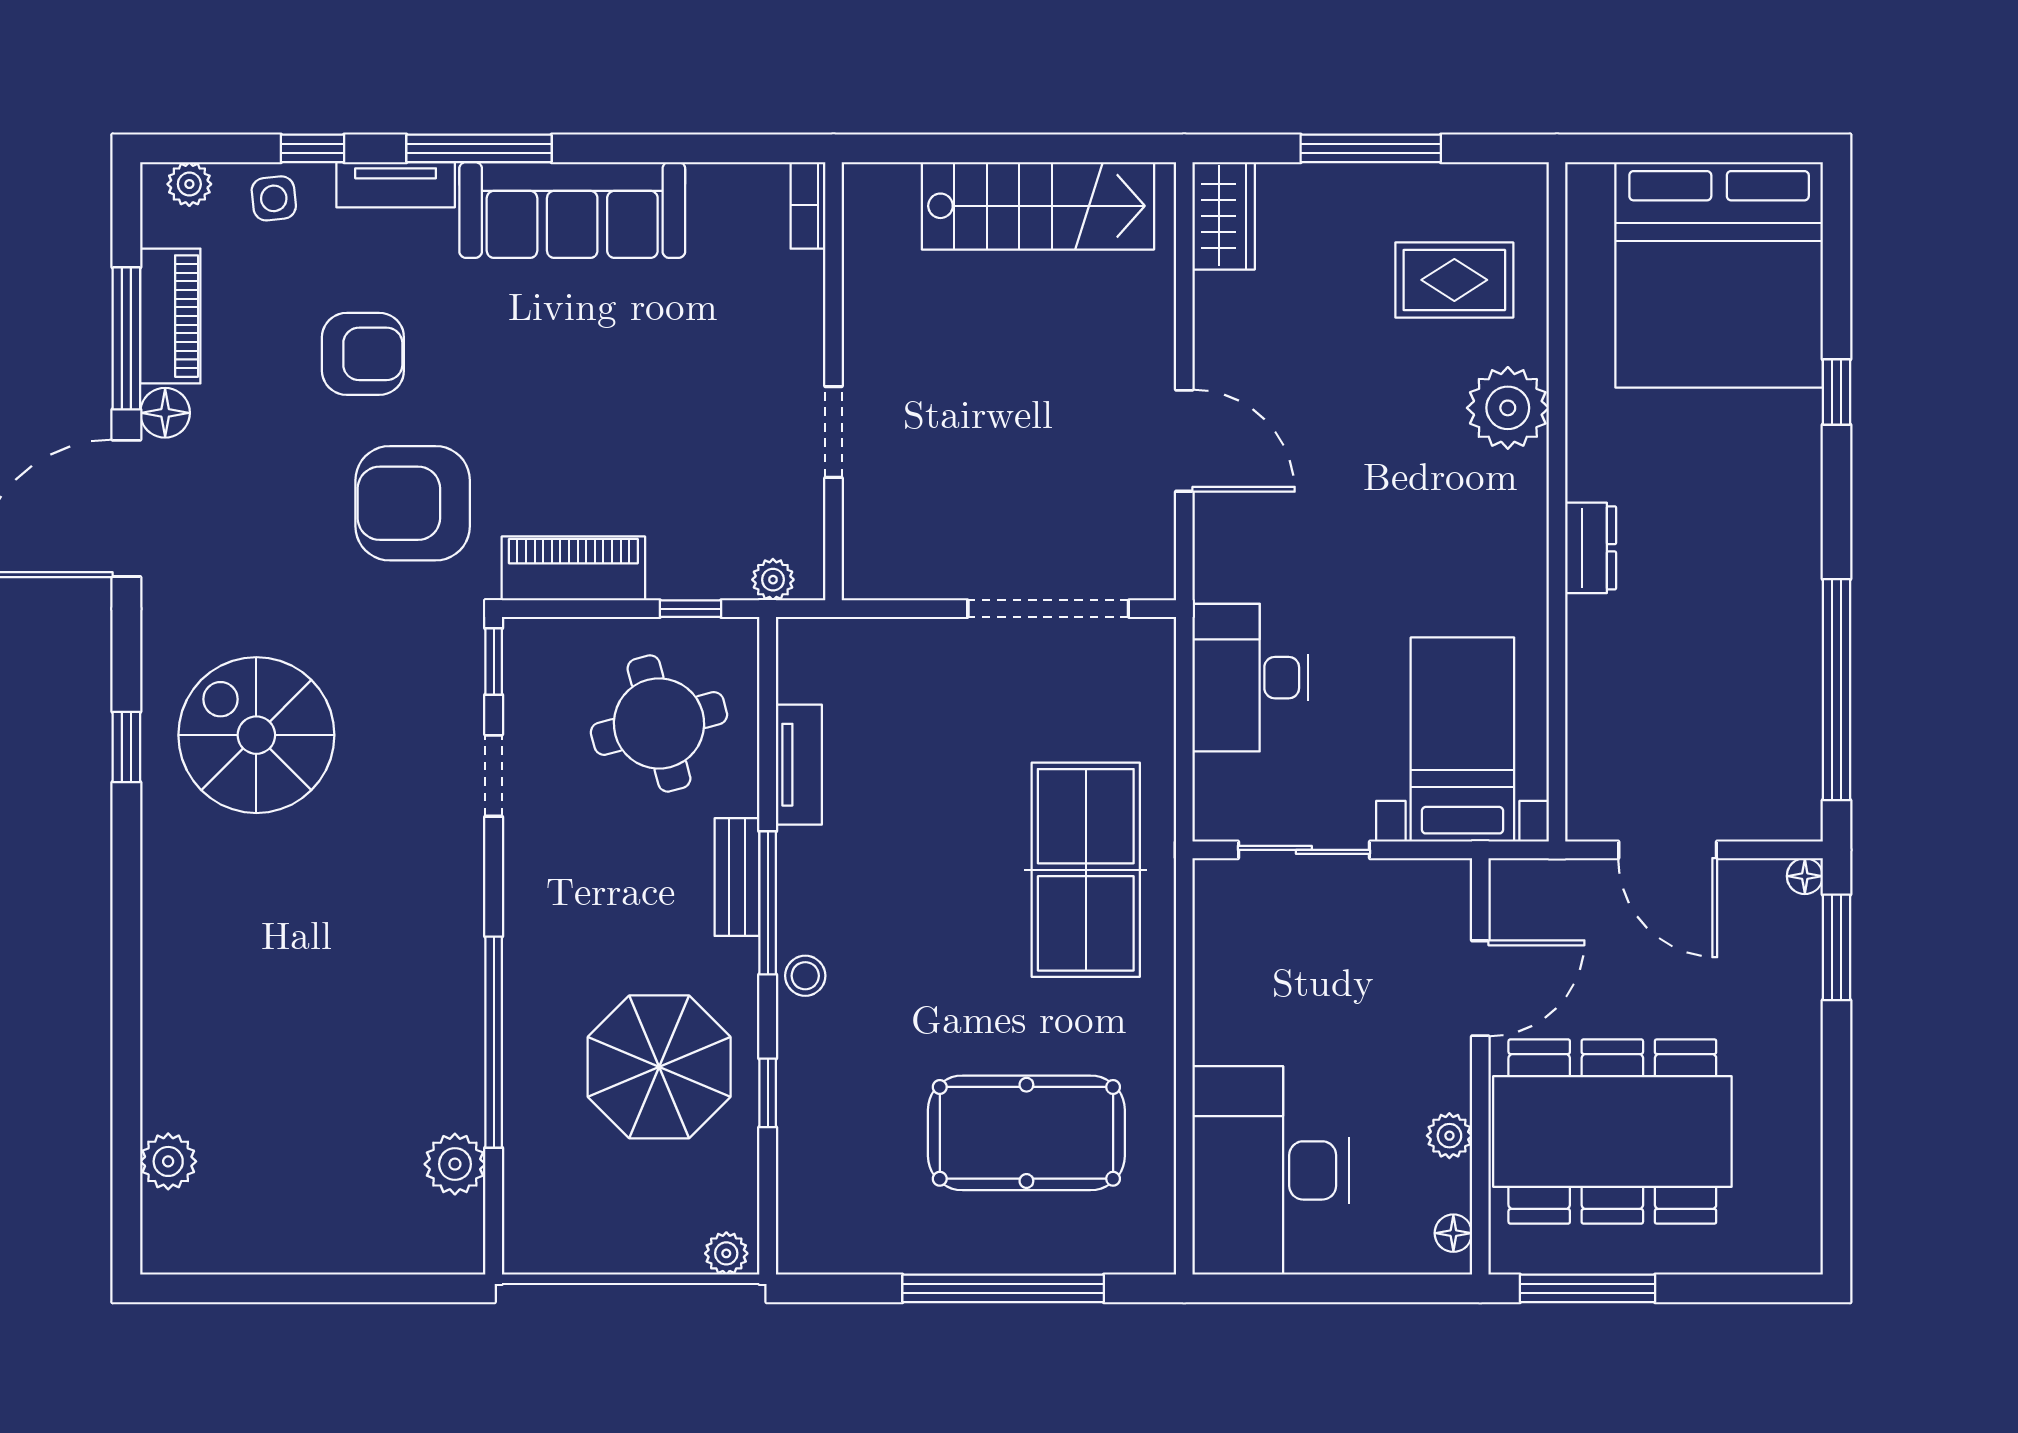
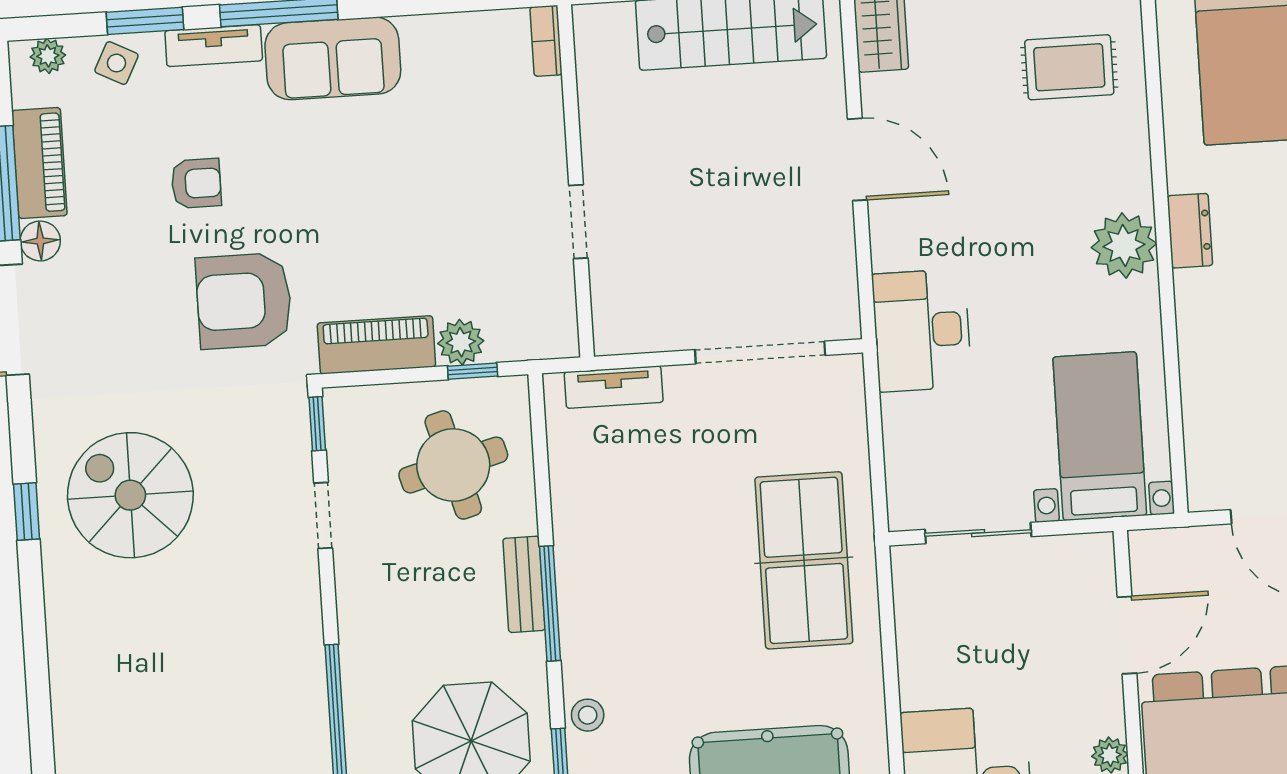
window: (313, 148) -> (145, 21), width x1.50
side table: (274, 198) -> (116, 63), turned 33
sofa: (572, 210) -> (333, 58), width x0.73
armchair: (363, 354) -> (196, 183), width x0.72, depth x0.72
plant: (1508, 408) -> (1124, 245), moved
door: (1184, 441) -> (857, 159), moved
dresser: (1591, 548) -> (1190, 231), moved
plant: (773, 580) -> (461, 342), moved, width x1.38, depth x1.38
desk: (1250, 678) -> (922, 330), moved
tv unit: (799, 765) -> (614, 387), moved, turned 90
stool: (805, 976) -> (588, 715), moved

